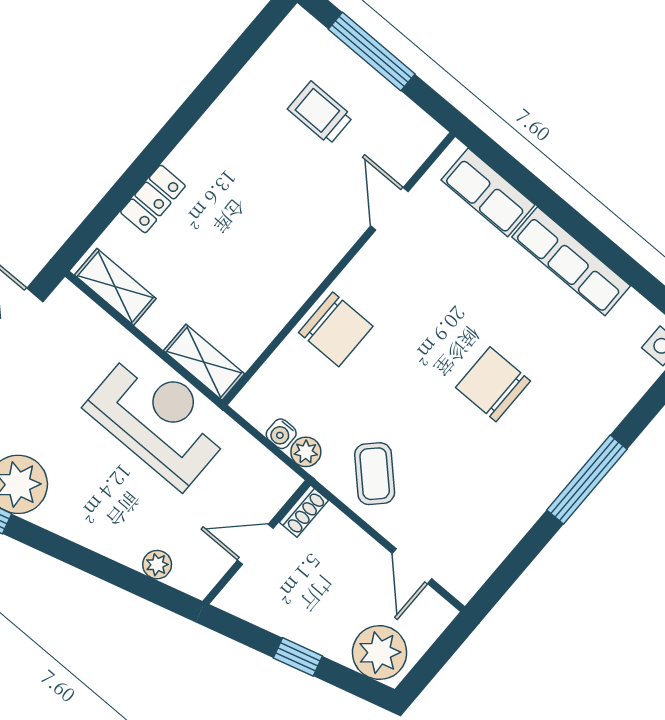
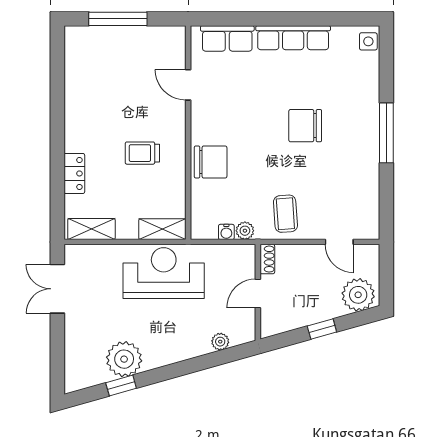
trolley: (320, 113) -> (142, 153), moved
coffee table: (375, 474) -> (285, 214), turned 41

